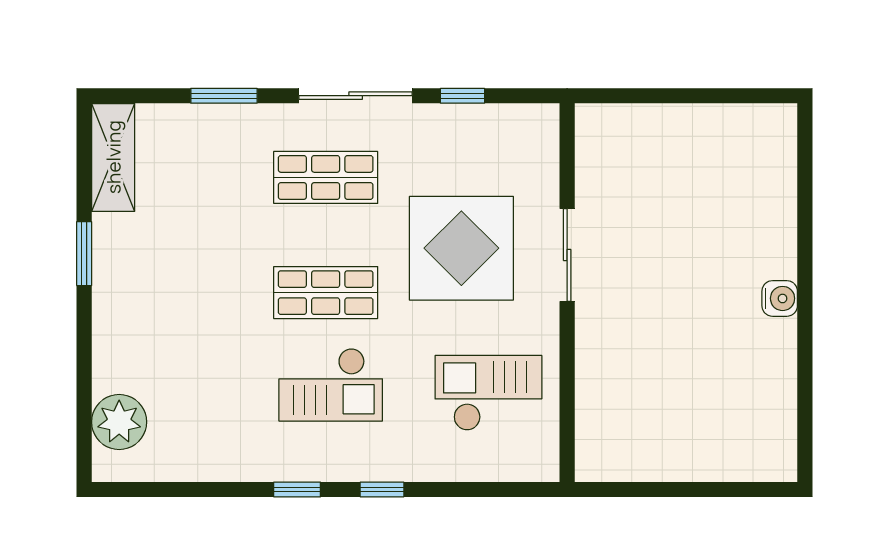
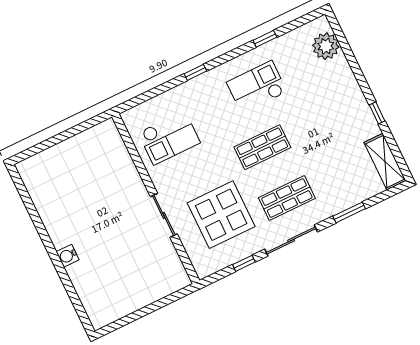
display table: (461, 248) -> (221, 215), moved
window: (84, 254) -> (377, 113), width x0.67
water cooler: (780, 298) -> (68, 256), moved
checkout: (331, 385) -> (257, 87), moved
window: (297, 490) -> (265, 39), moved

